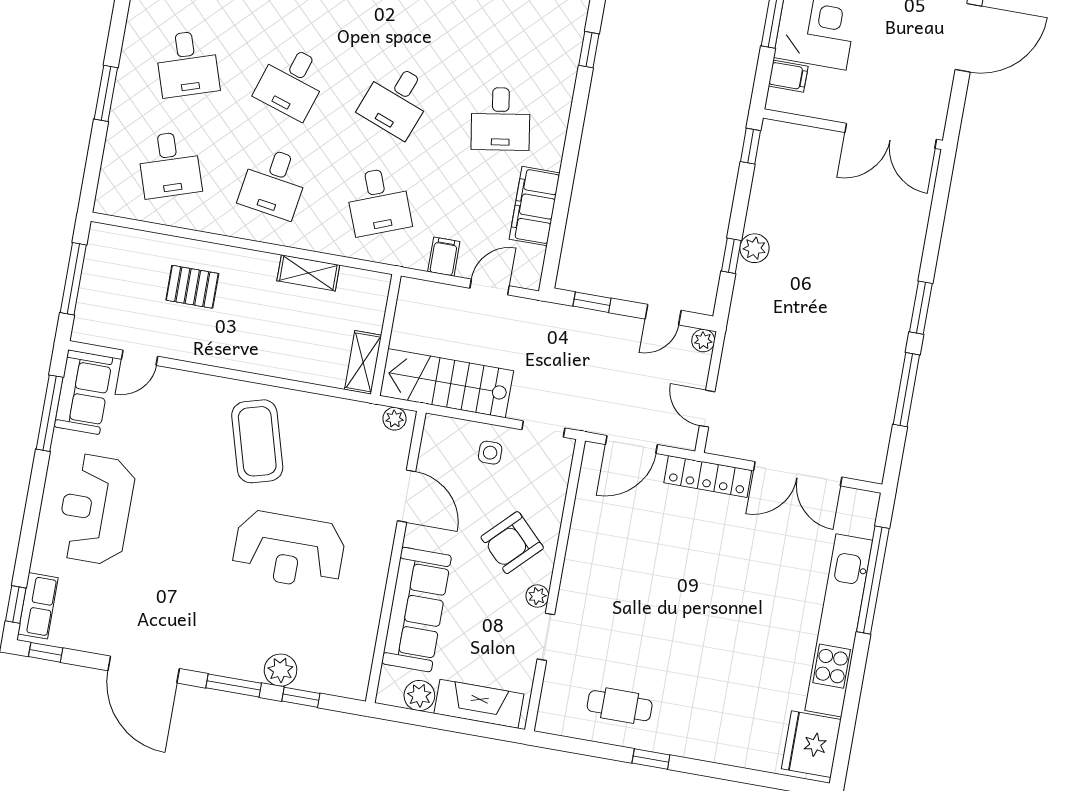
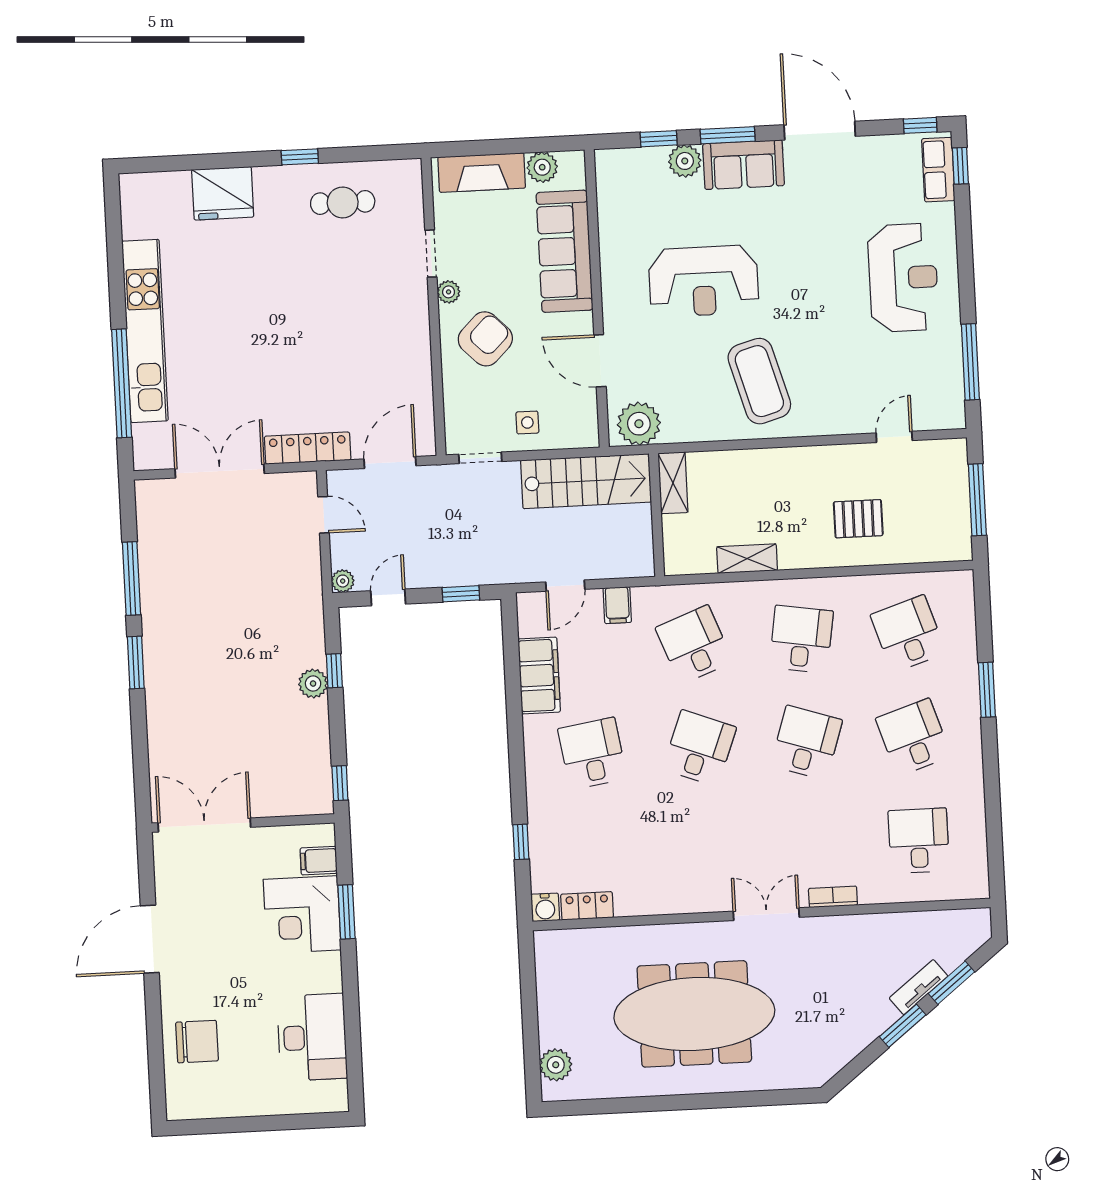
sofa: (84, 392) -> (744, 165), moved, turned -90
plant: (395, 419) -> (639, 424), width x1.88, depth x1.88
reception desk: (289, 550) -> (704, 281), turned 180
fridge: (811, 744) -> (223, 193), moved, turned 90

